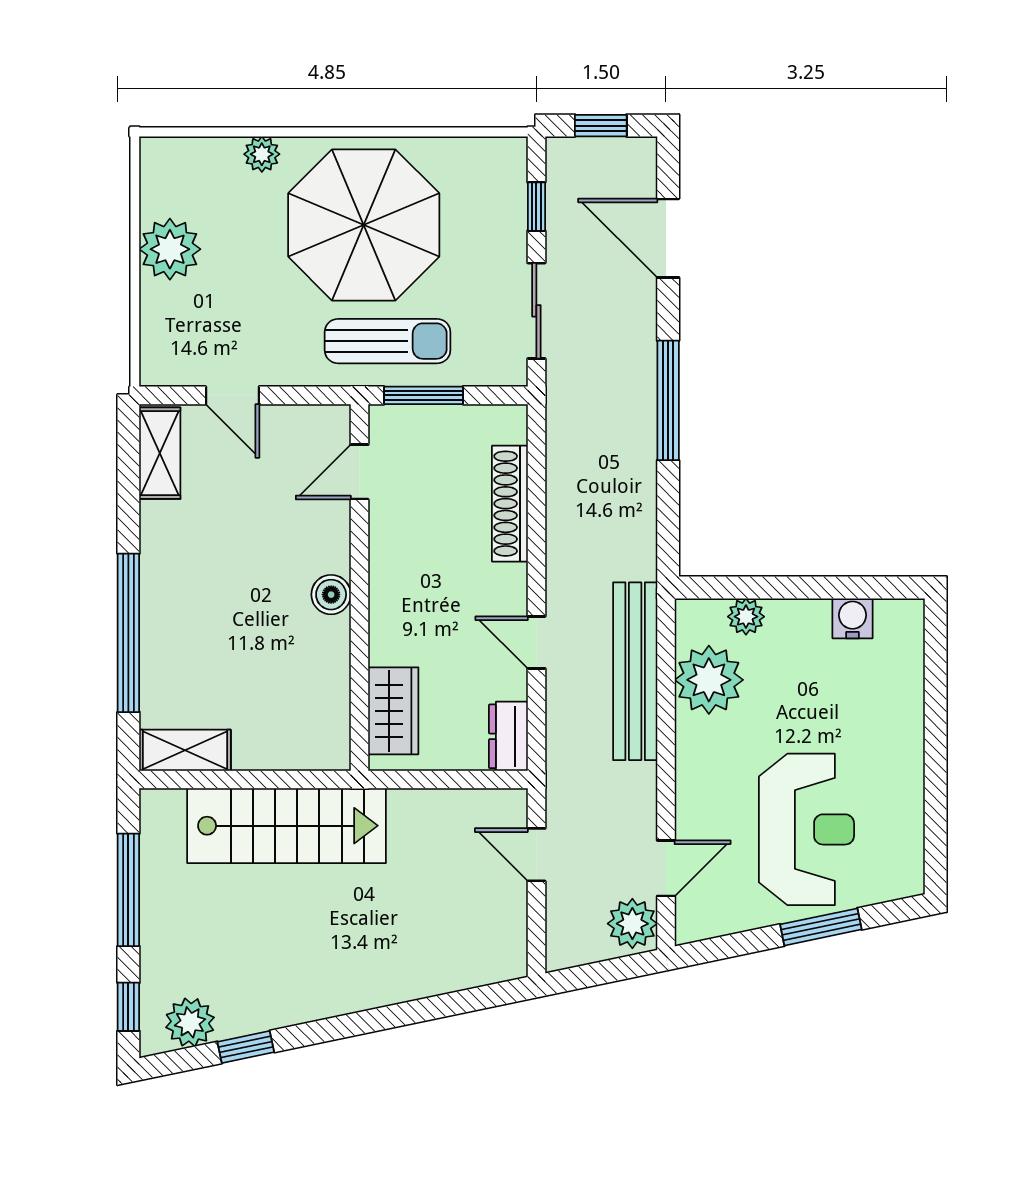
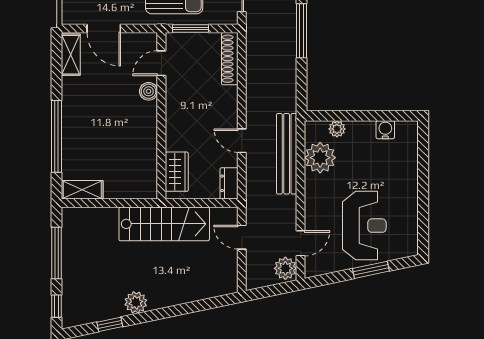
door: (232, 395) -> (104, 28), width x1.38
shoe rack: (510, 504) -> (230, 59), moved
boiler: (331, 595) -> (149, 91), moved
stairs: (287, 826) -> (164, 224), moved
plant: (190, 1022) -> (136, 302), moved

